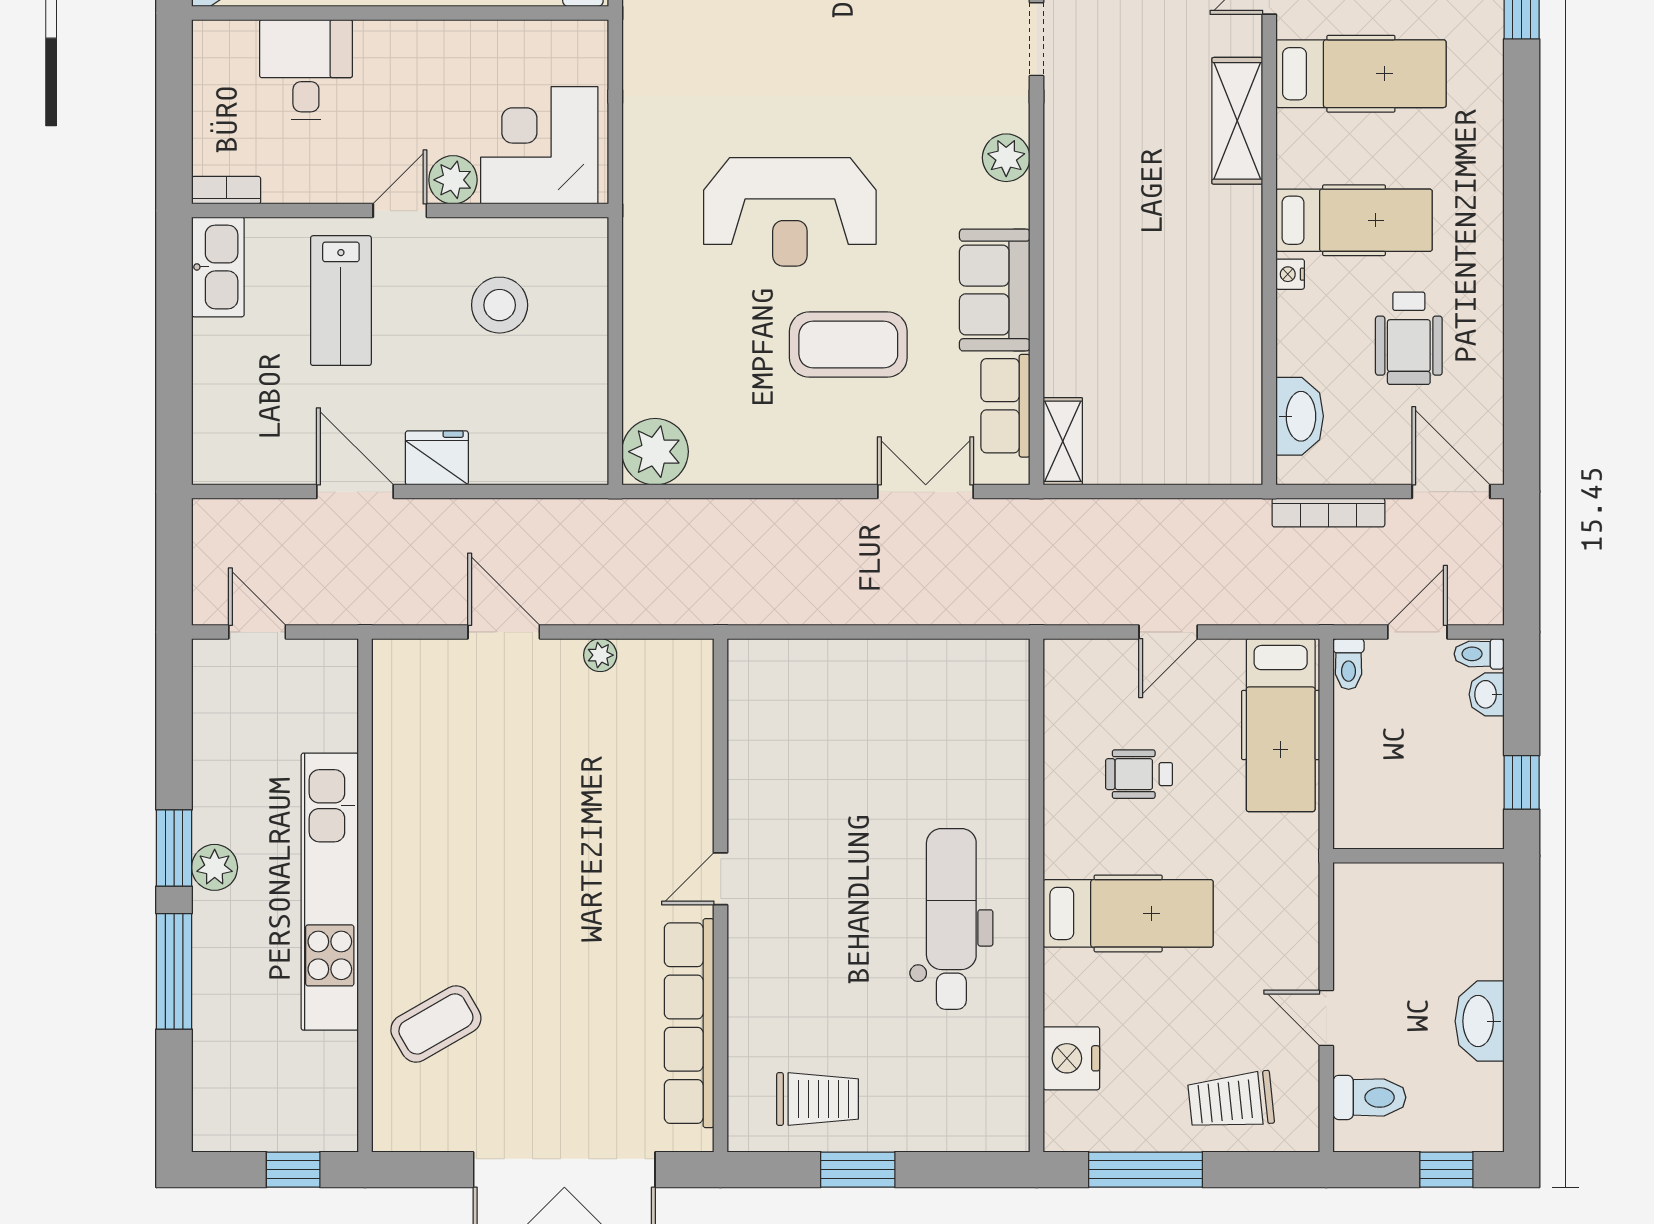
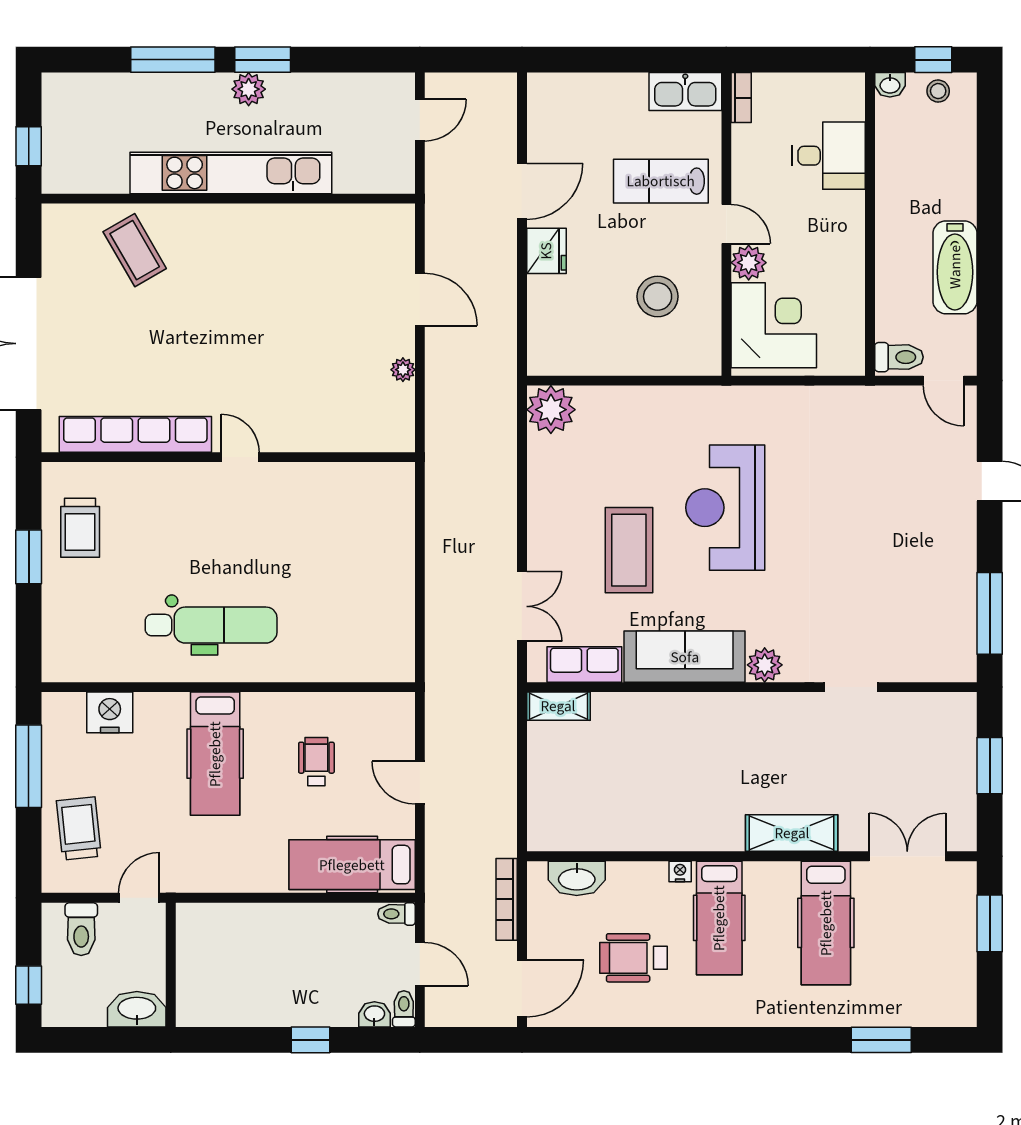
sofa: (995, 290) -> (685, 657), width x1.36
door: (504, 632) -> (420, 299), hinge flipped
wall: (1418, 856) -> (171, 965), moved

